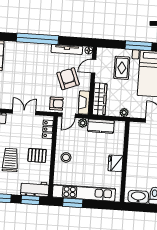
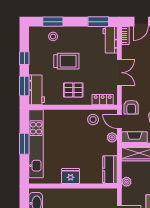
kitchen counter: (101, 126) -> (110, 170), moved
pallet: (37, 155) -> (73, 90), turned 90
stool: (66, 157) -> (93, 120), moved
window: (73, 203) -> (24, 144), moved

